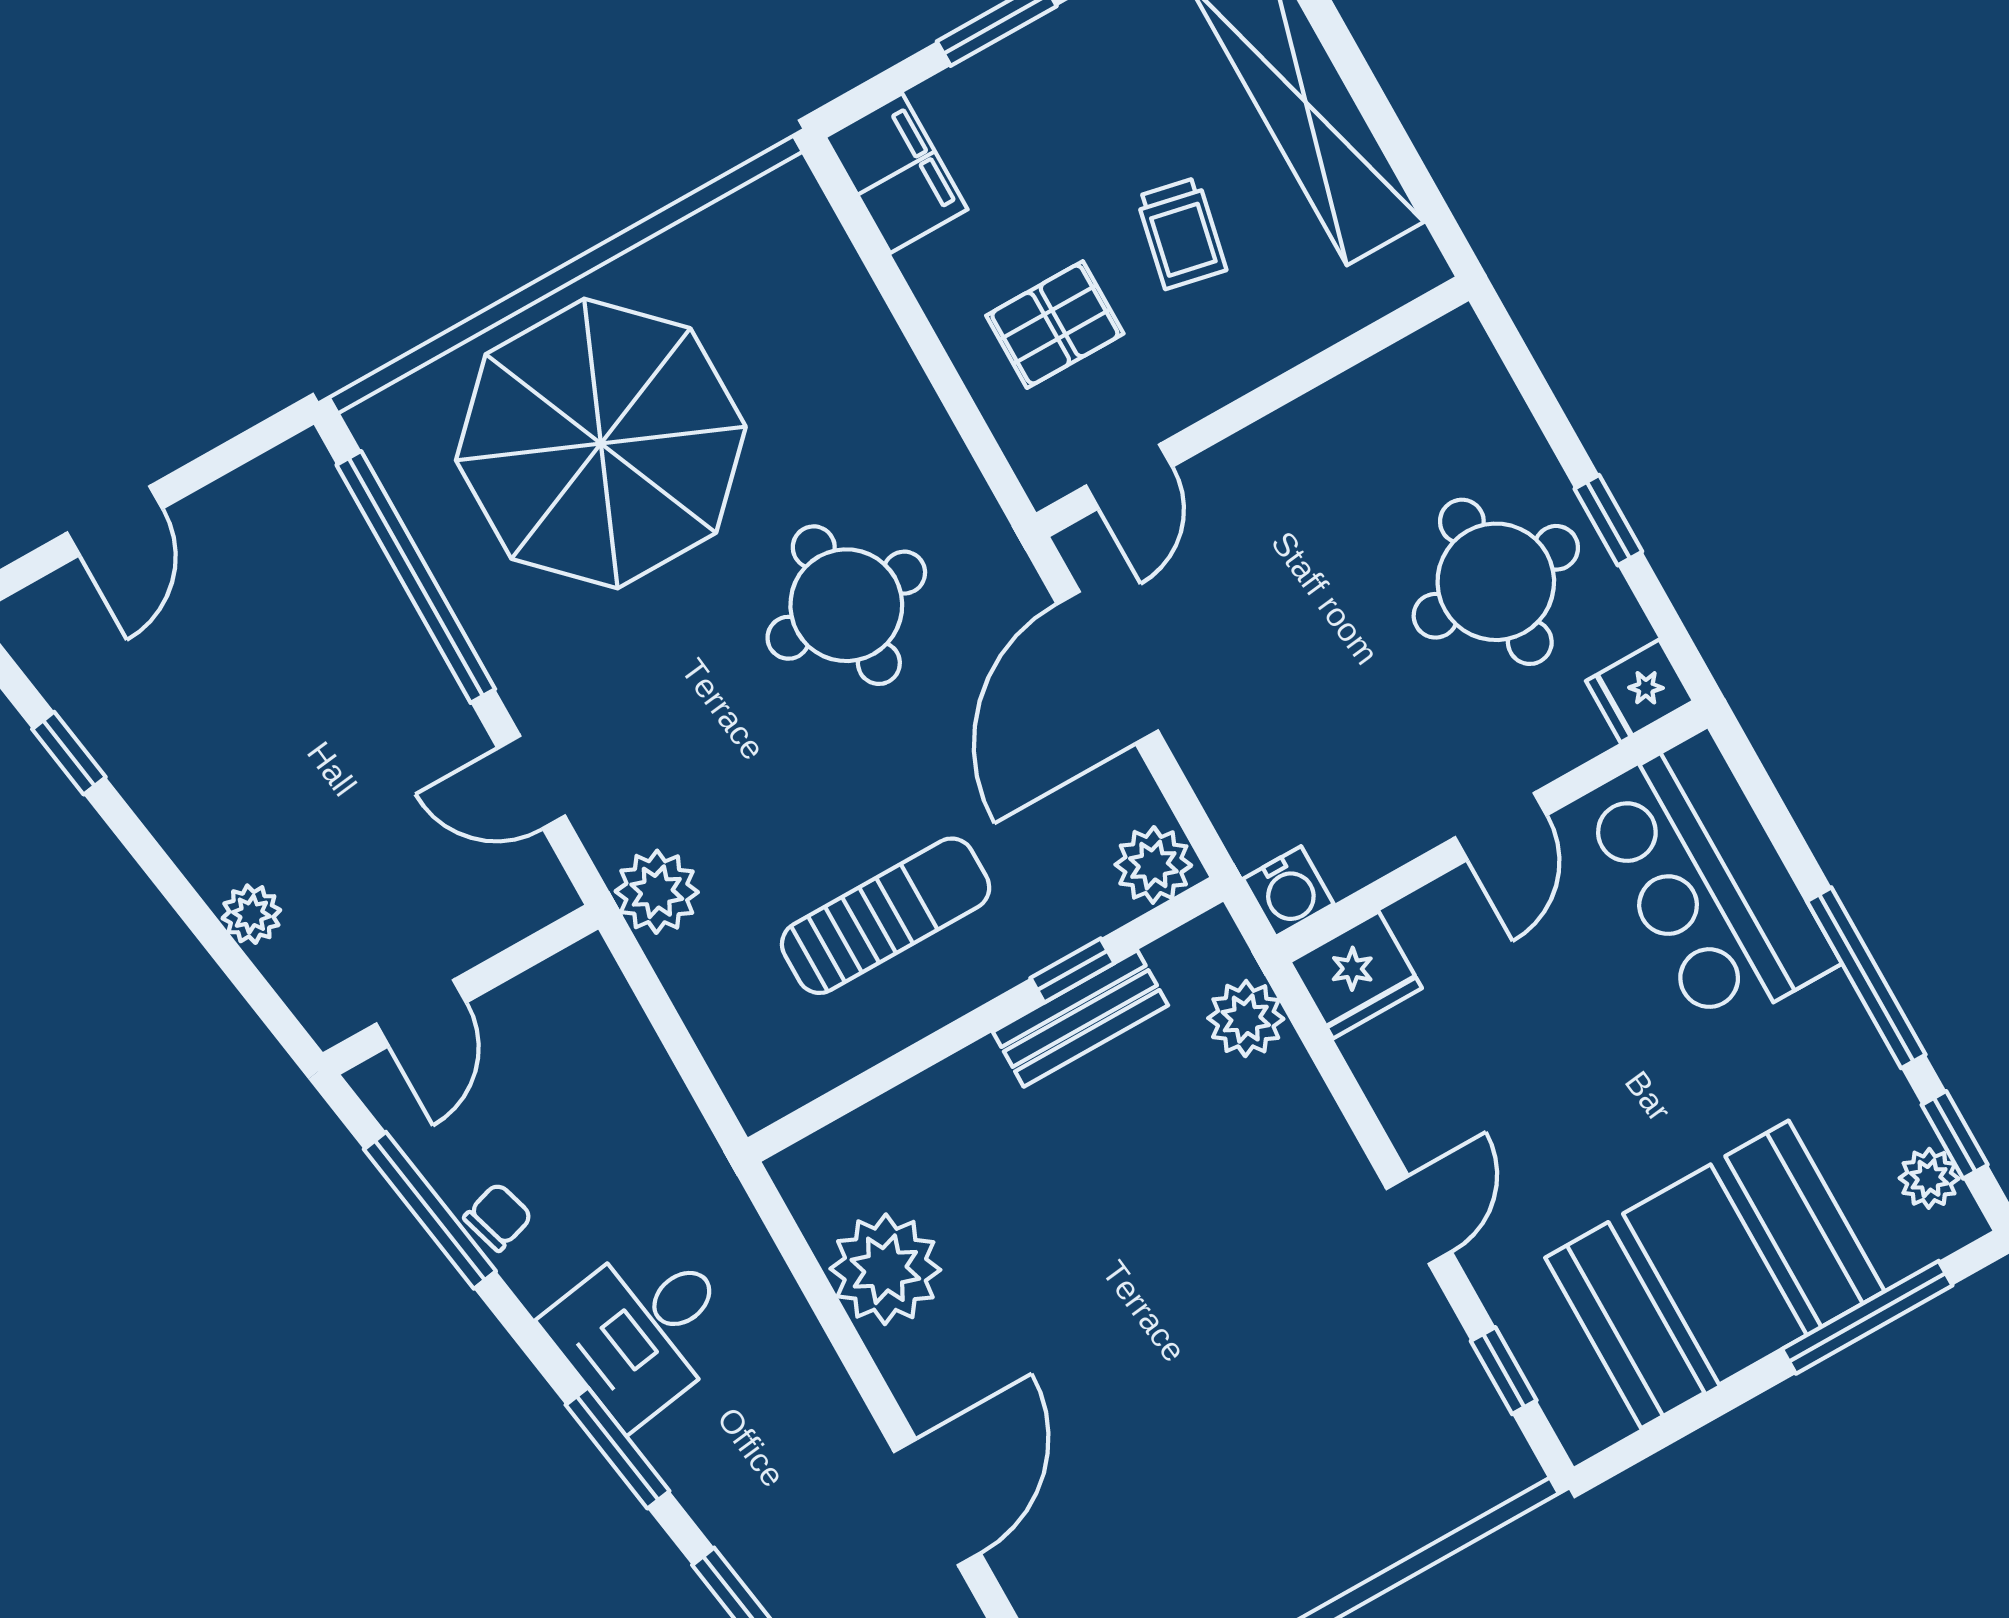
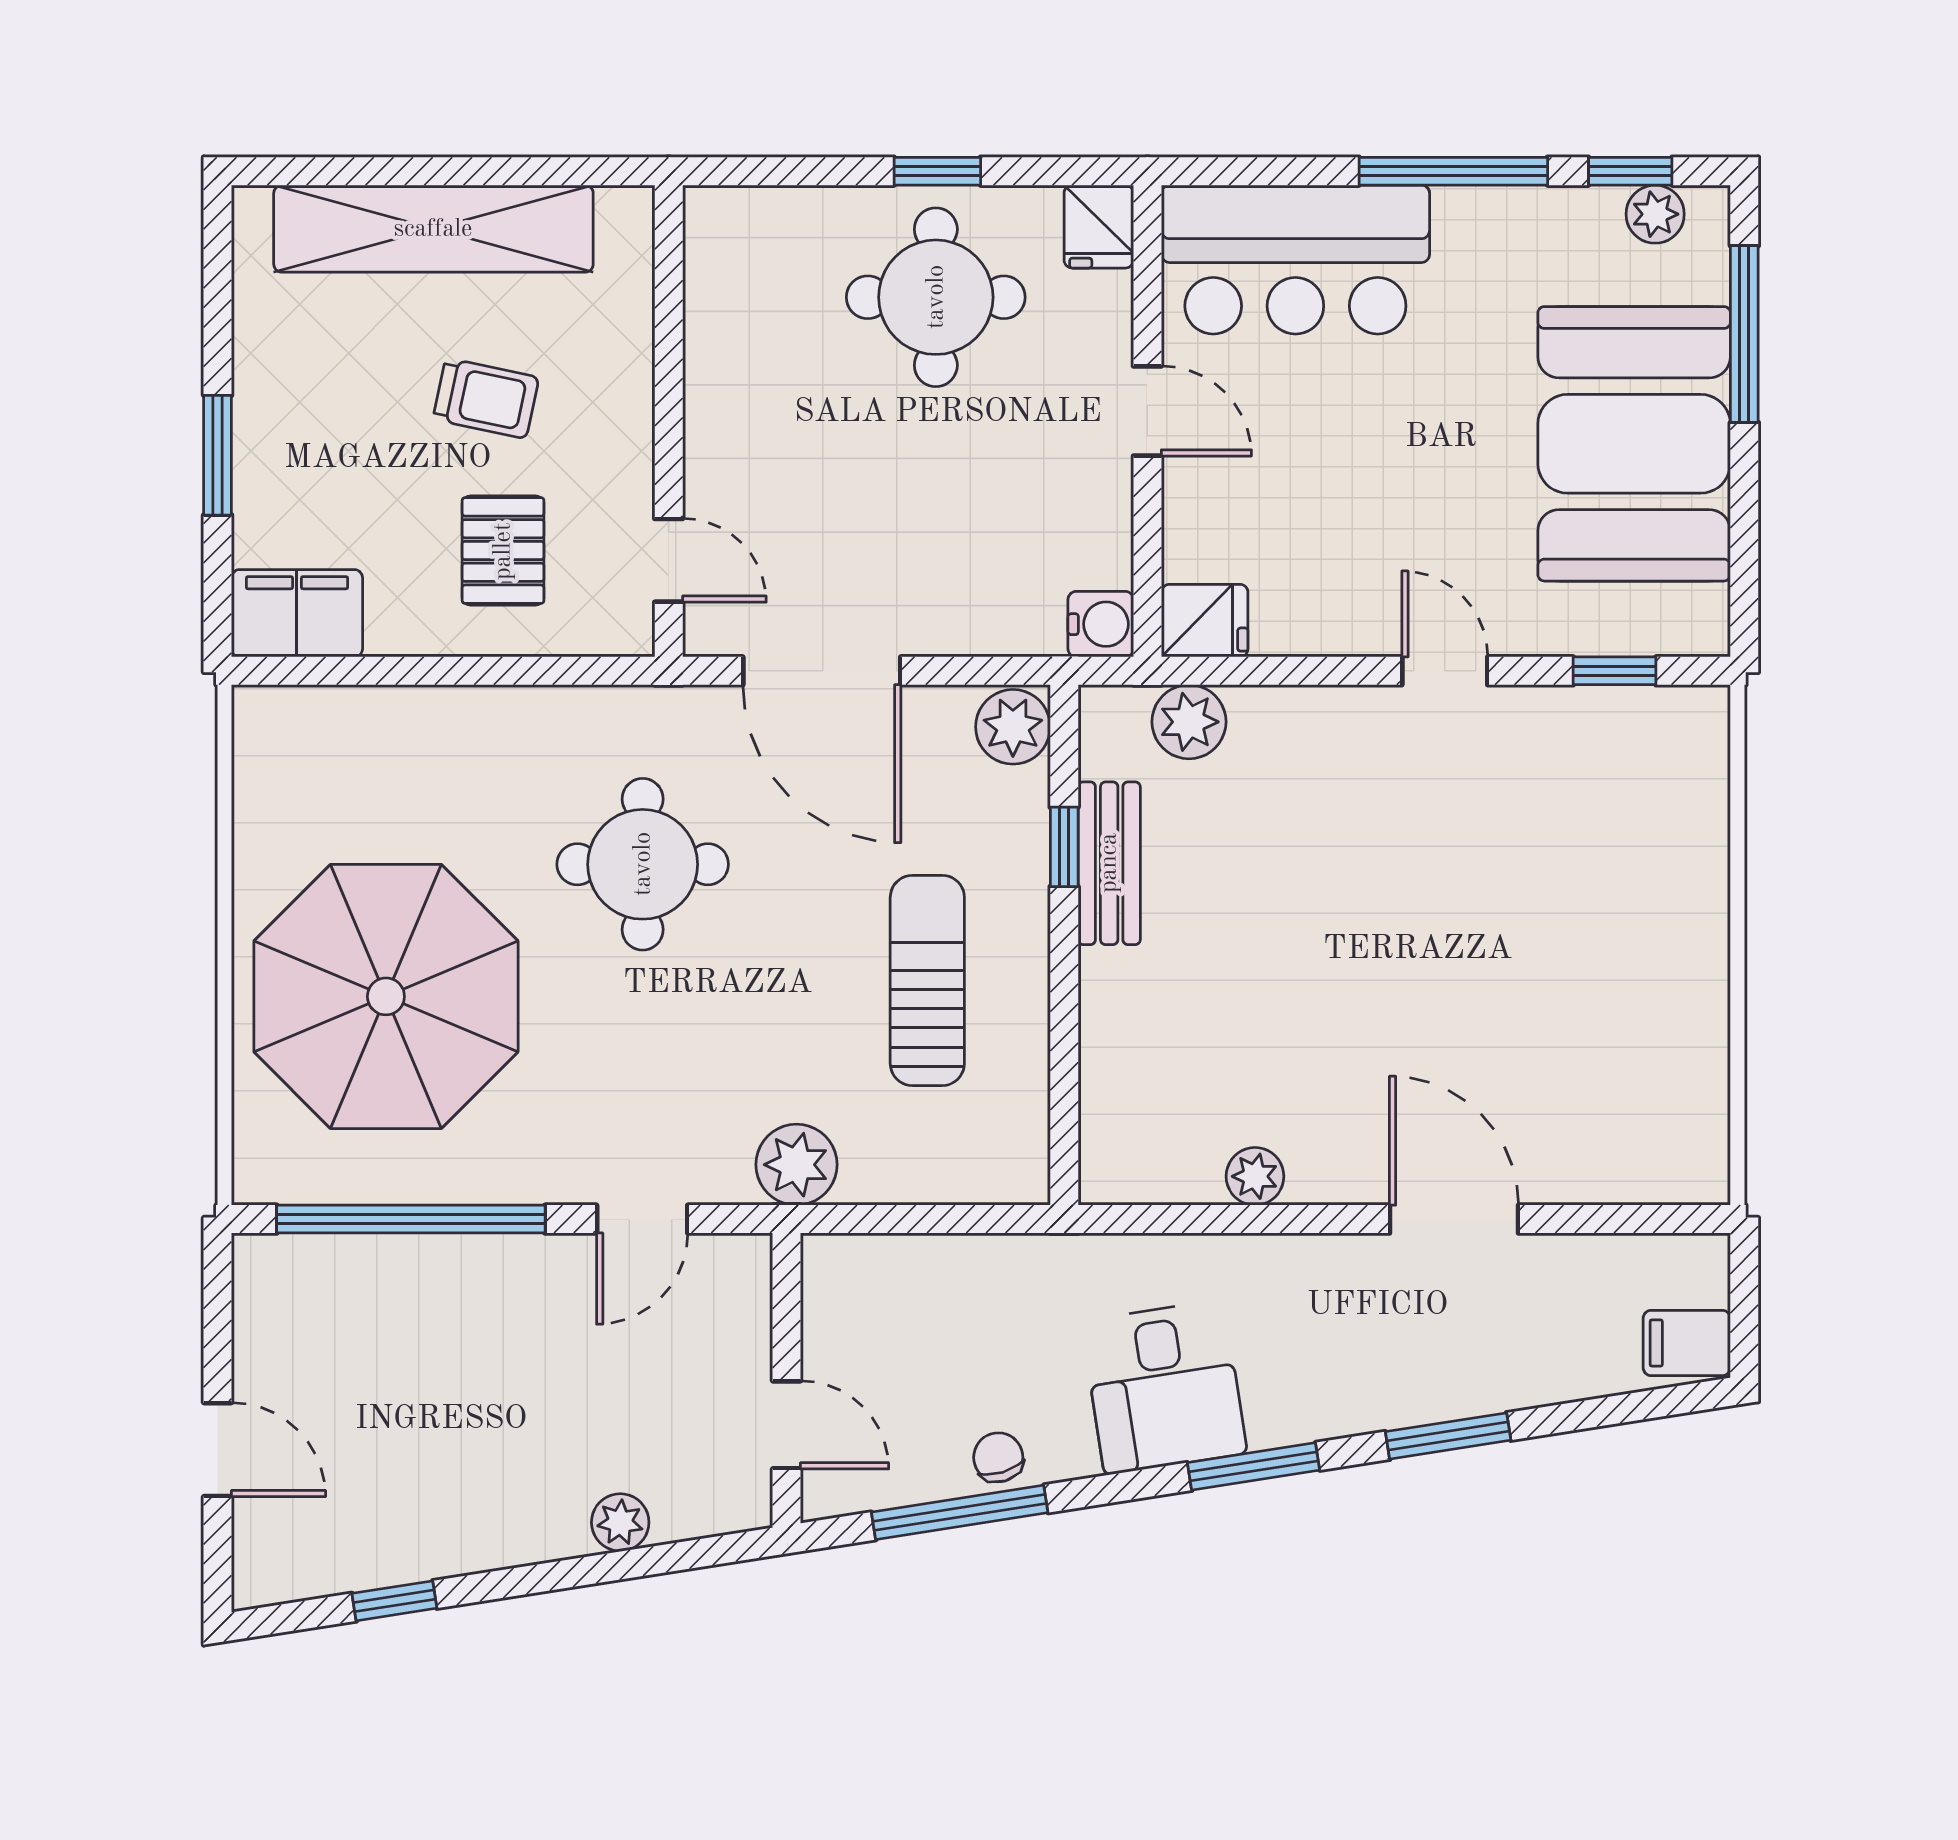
fridge: (1356, 975) -> (1205, 621), width x0.72
plant: (885, 1269) -> (1255, 1176), width x0.53, depth x0.53

